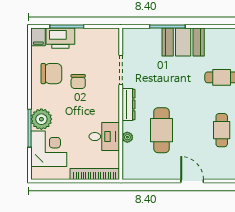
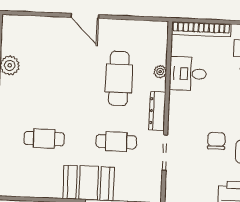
cafe table: (222, 130) -> (116, 142), moved, turned 90

